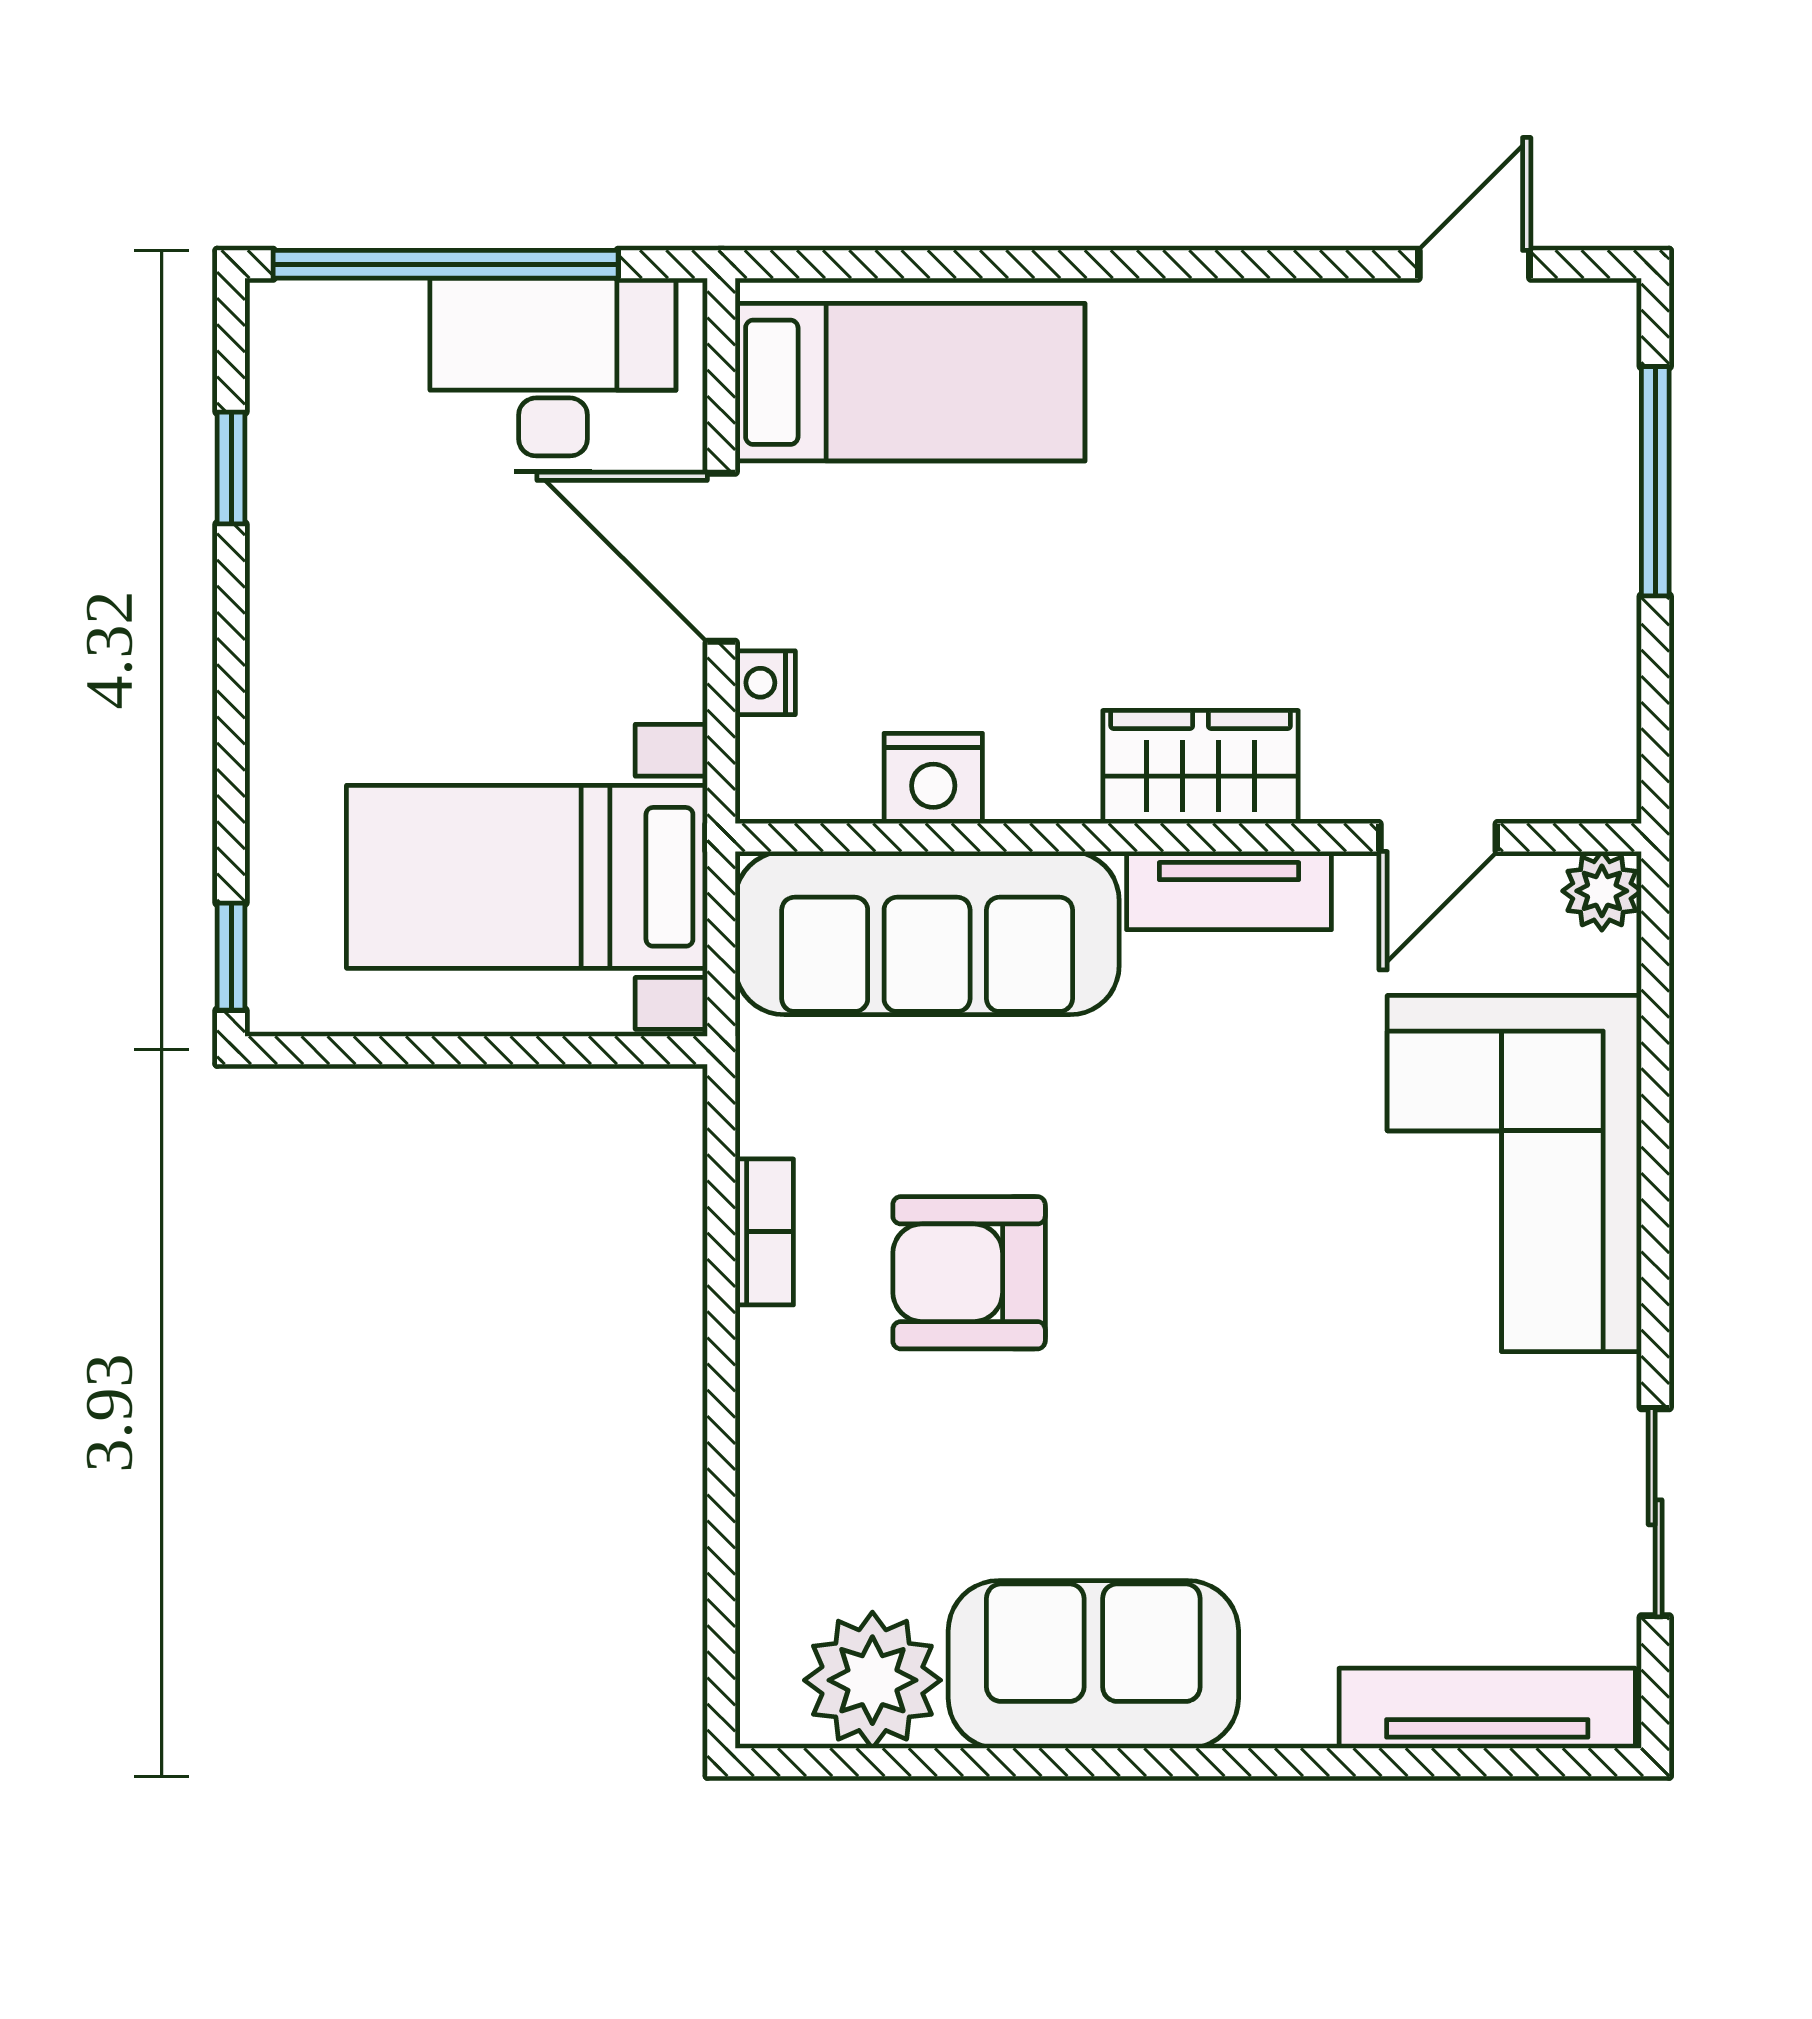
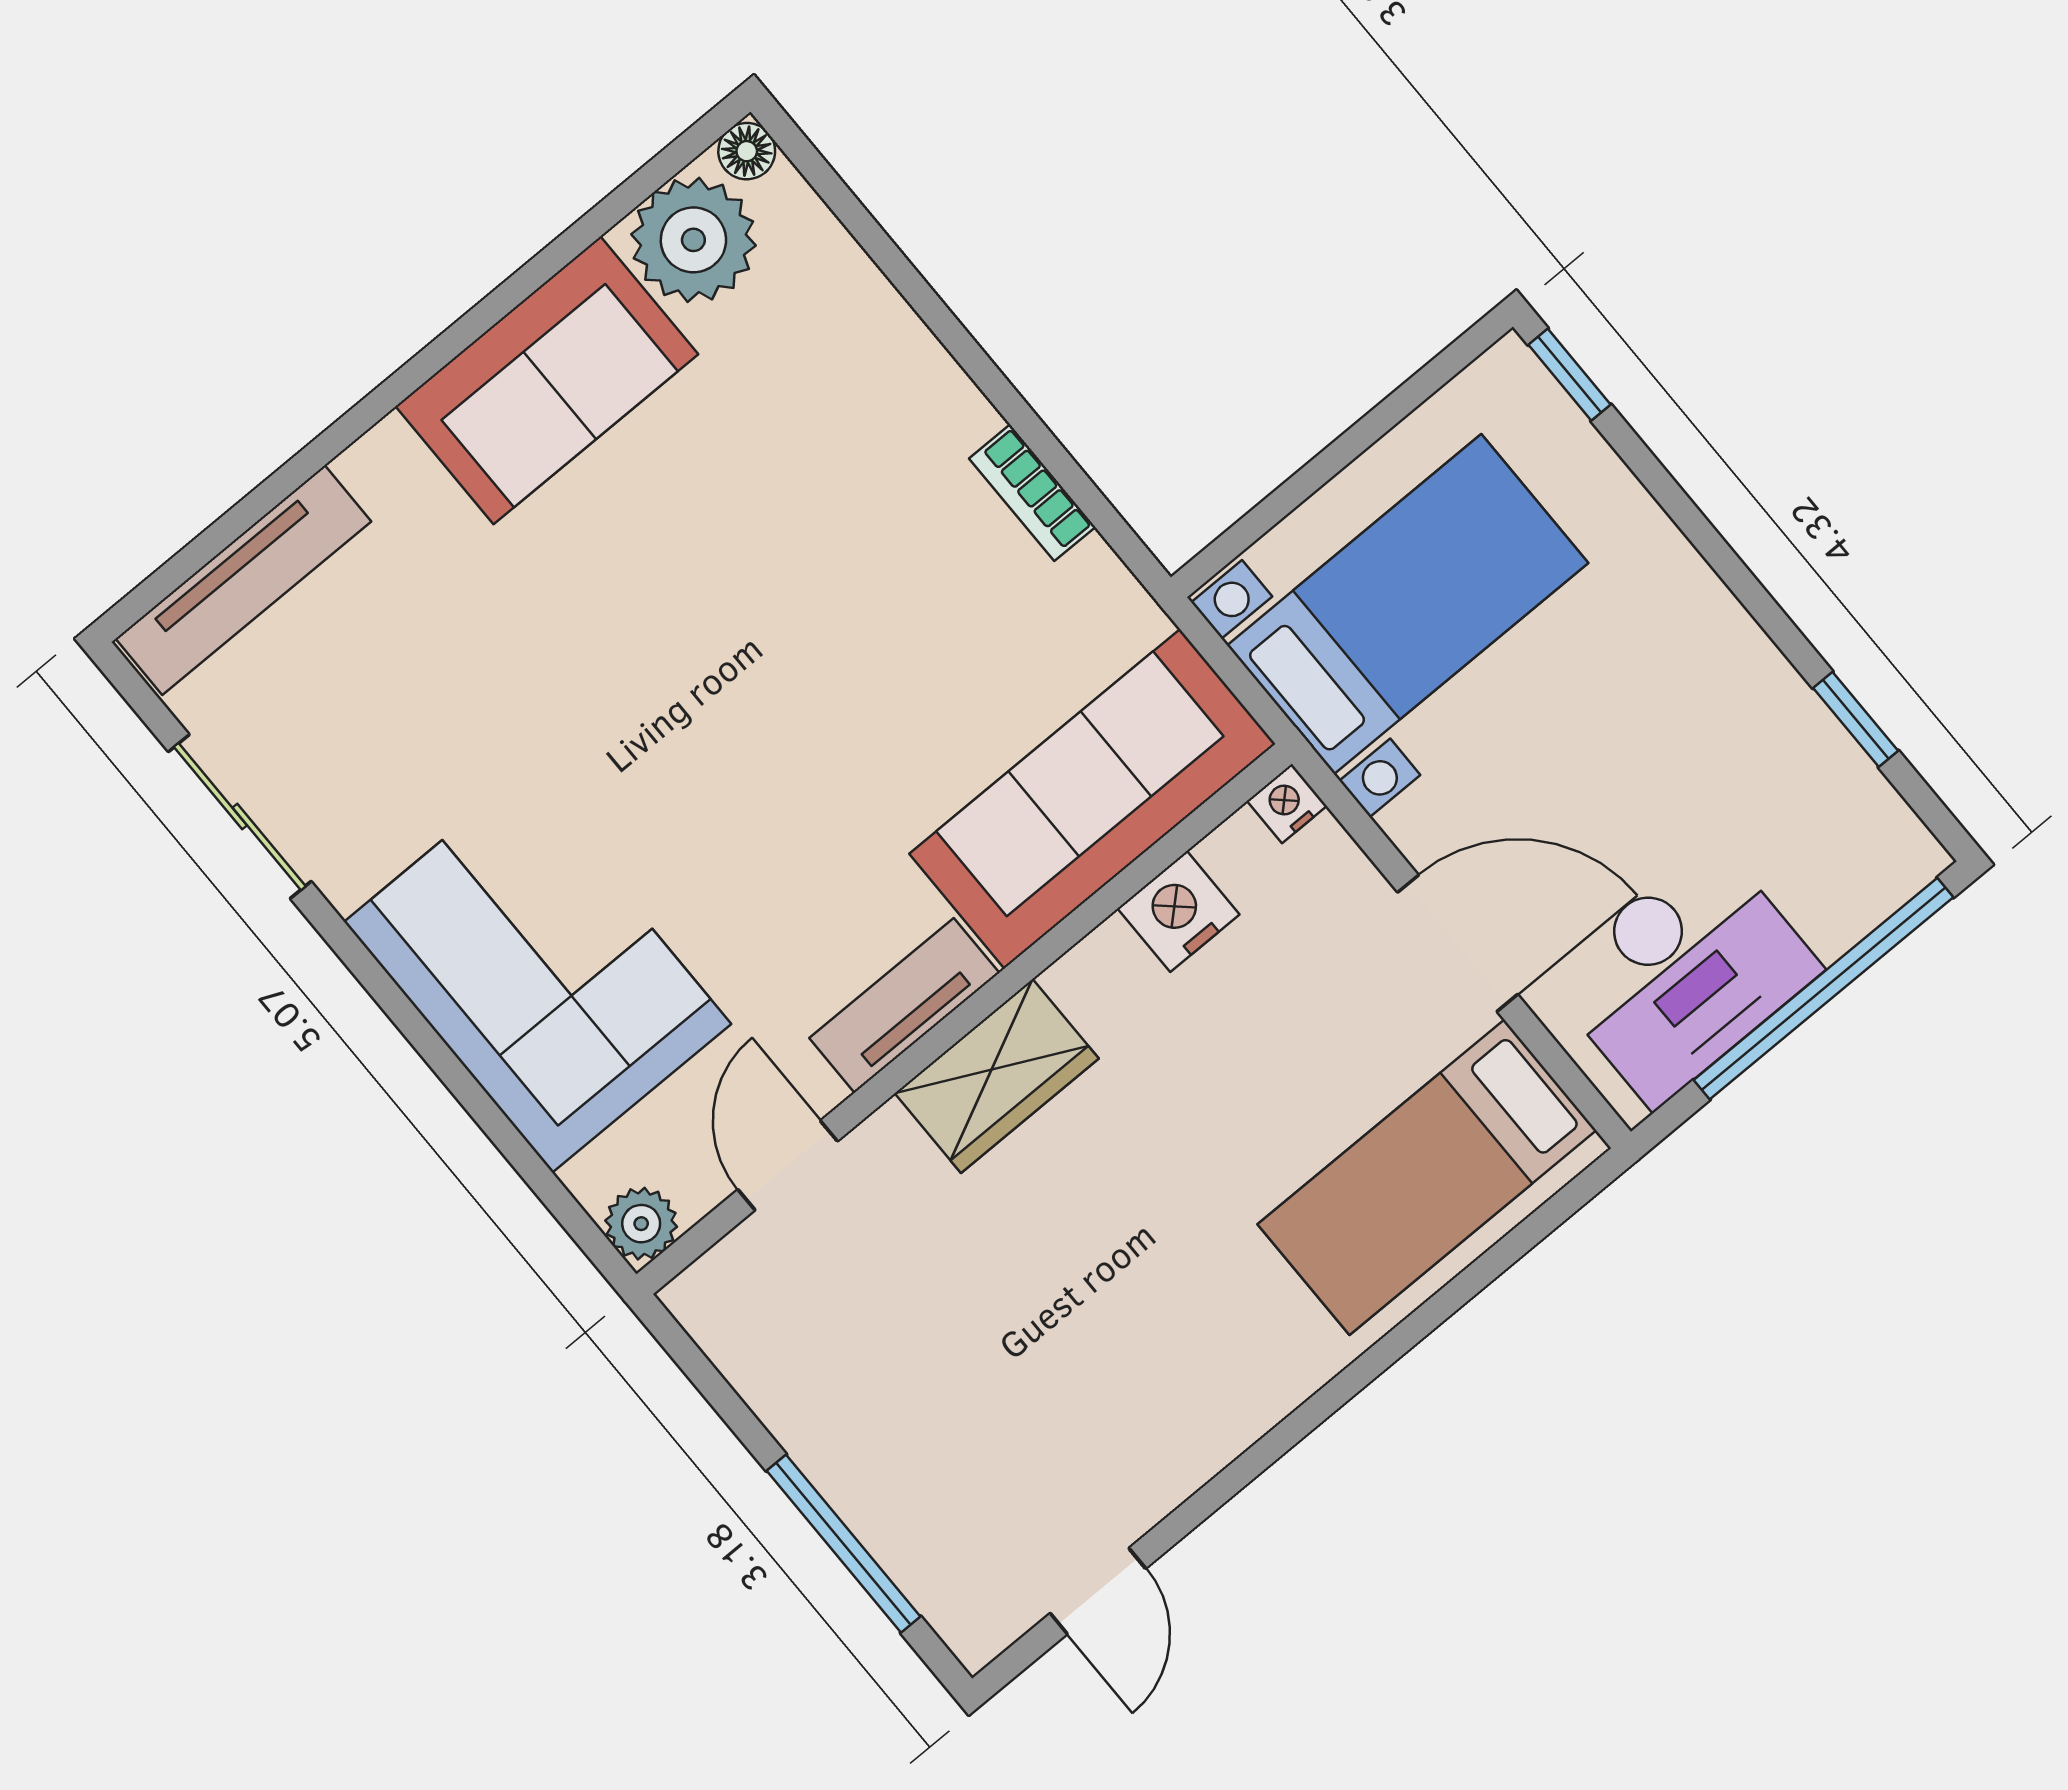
nightstand: (765, 683) -> (1287, 803), moved, turned -90
armchair: (969, 1273) -> (864, 584), removed
floor lamp: (766, 1718) -> (747, 151), added

